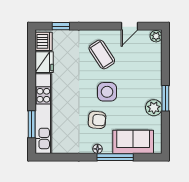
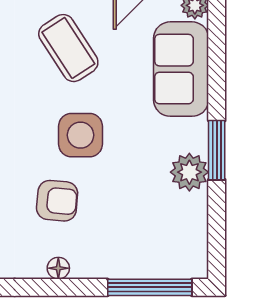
sofa: (133, 142) -> (181, 69), moved, turned -90
window: (115, 157) -> (150, 287), moved

